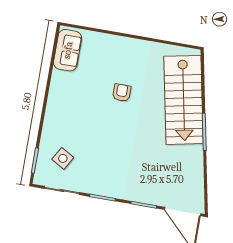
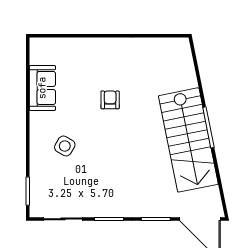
sofa: (68, 50) -> (42, 88), moved
stairs: (184, 100) -> (188, 140), moved
side table: (63, 158) -> (65, 146), moved

